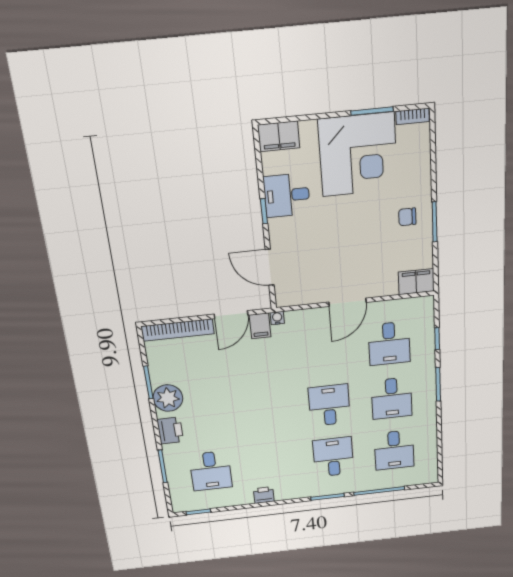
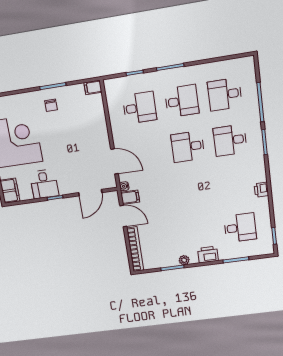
filing cabinet: (416, 282) -> (93, 87), width x0.50
door: (348, 302) -> (114, 161), moved
plant: (168, 398) -> (184, 260), width x0.53, depth x0.53
desk: (394, 450) -> (225, 94), turned 180

